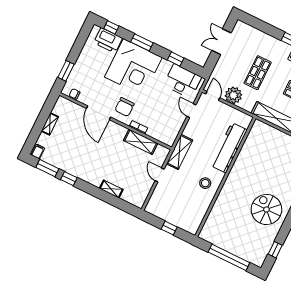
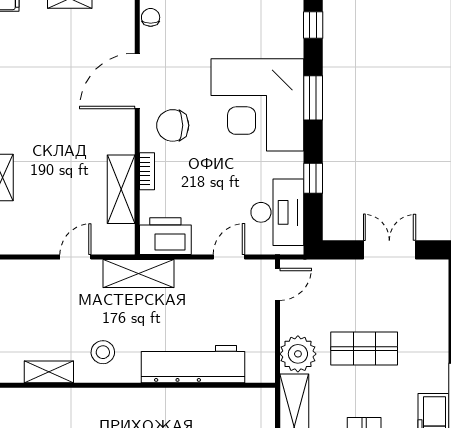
printer: (108, 40) -> (165, 236), moved, turned 90
plant: (233, 95) -> (298, 354), moved
shelving: (202, 210) -> (49, 372), added

